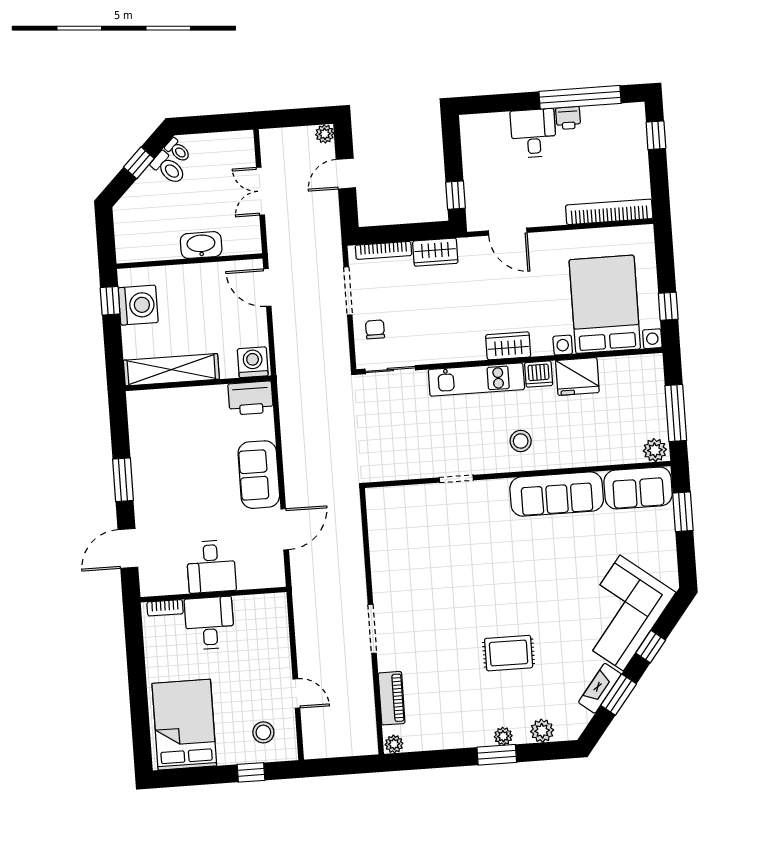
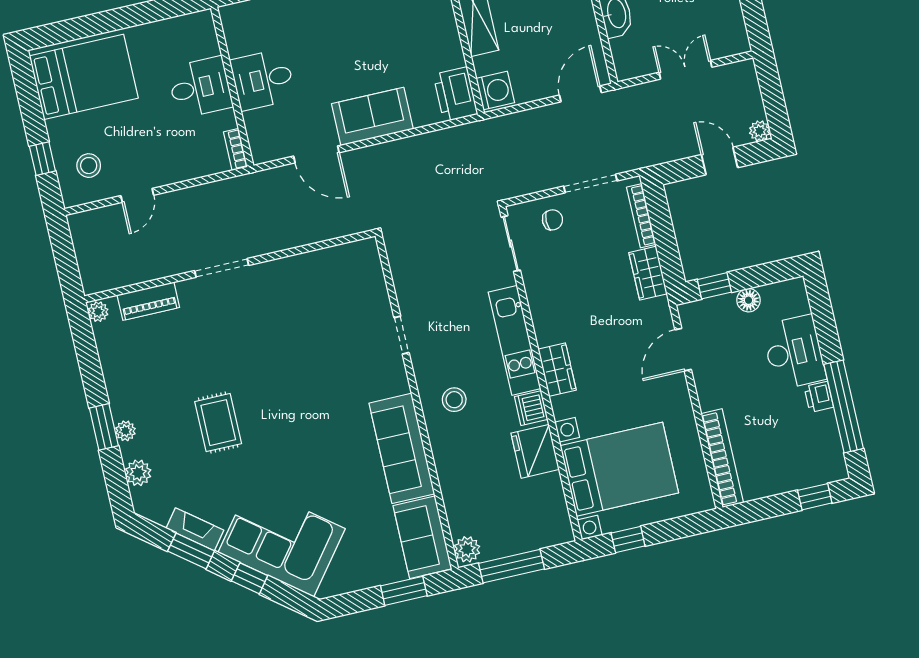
desk: (533, 133) -> (794, 352), width x1.37
floor lamp: (473, 167) -> (748, 300), added
bookcase: (165, 608) -> (235, 149), moved

